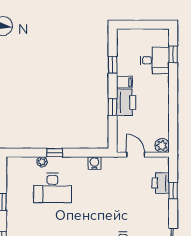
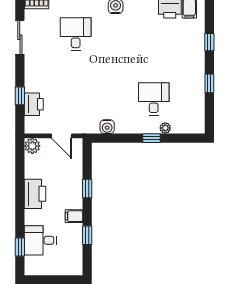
printer: (126, 102) -> (35, 194), moved, turned 180
desk: (52, 188) -> (154, 99), width x0.73

